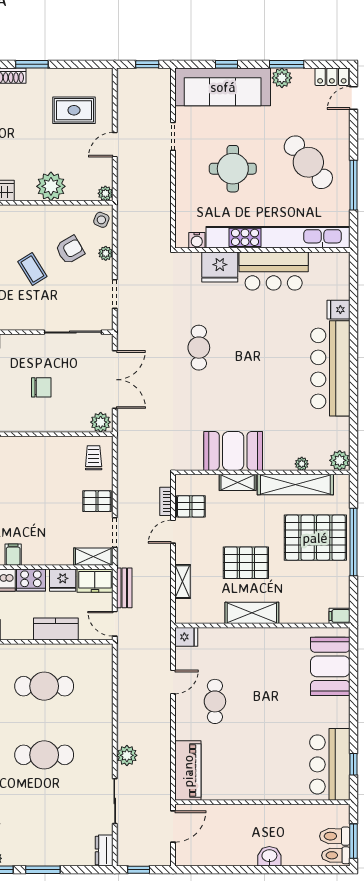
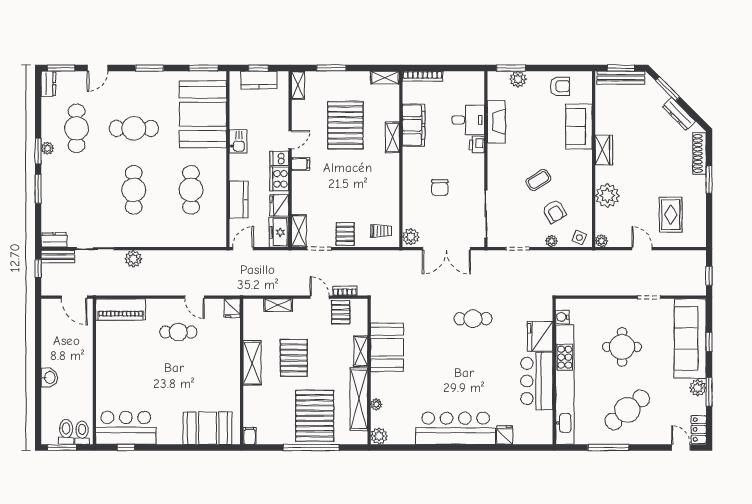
bench: (124, 588) -> (58, 257), moved
toilet: (336, 855) -> (82, 433), moved

